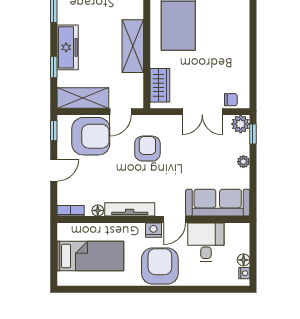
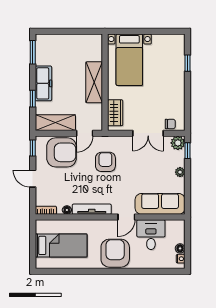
window: (253, 21) -> (187, 63), added
door: (54, 170) -> (33, 179), swing flipped
nightstand: (153, 230) -> (110, 225), removed

